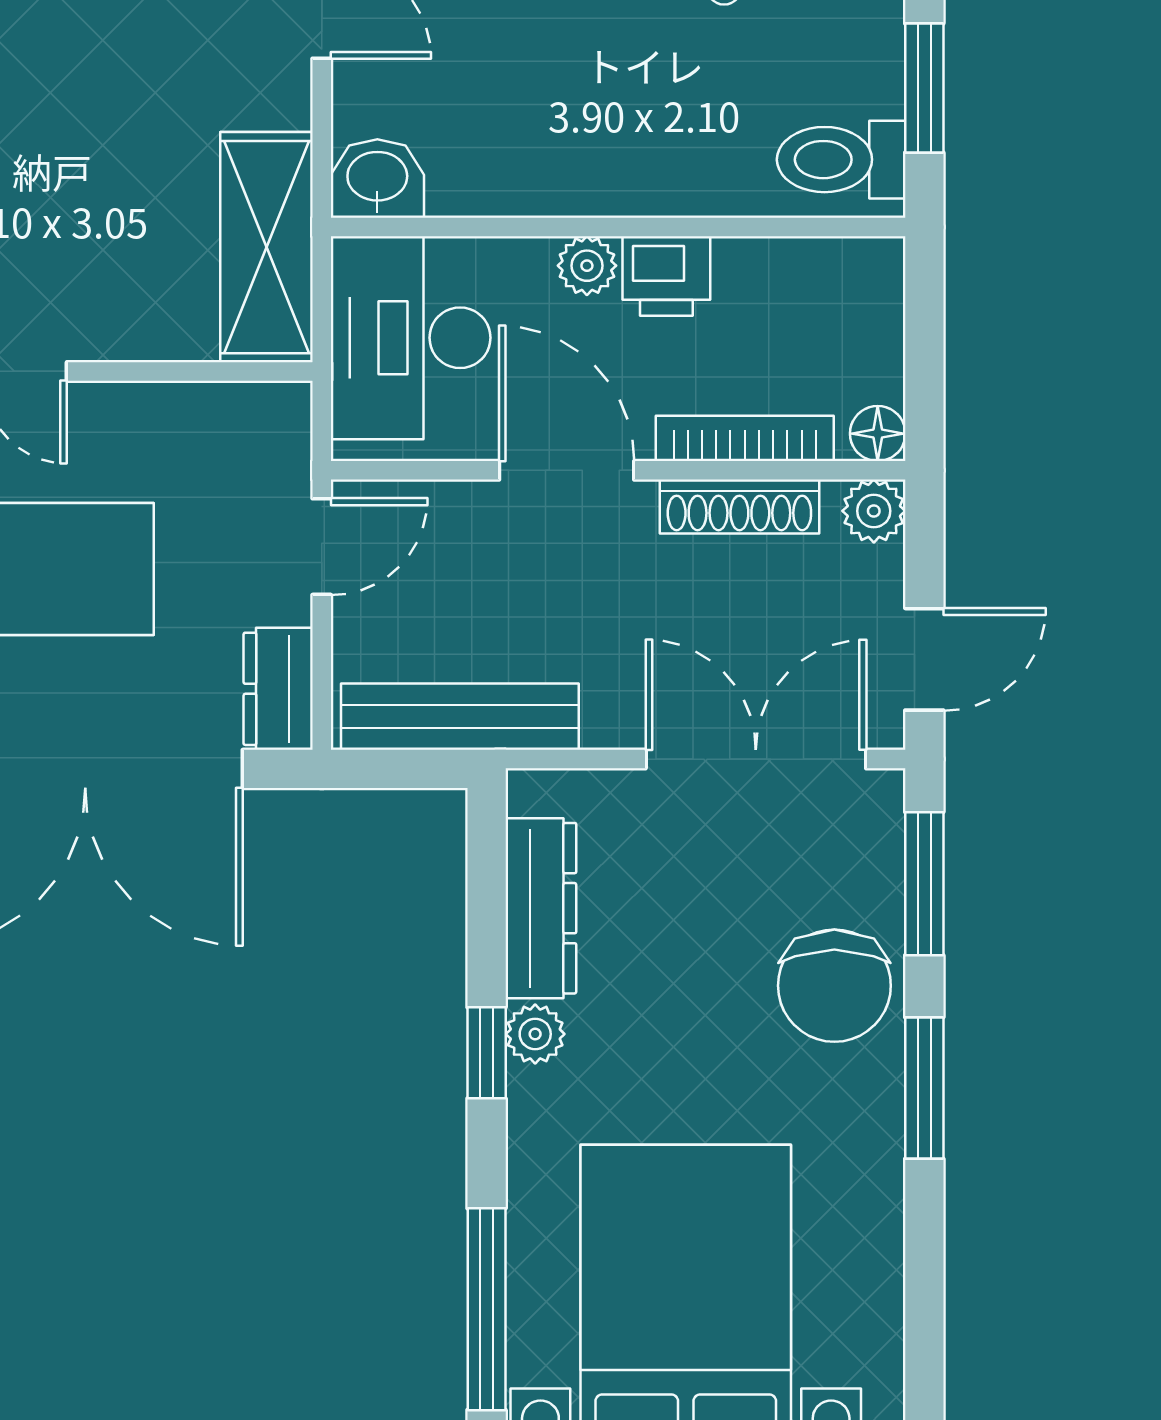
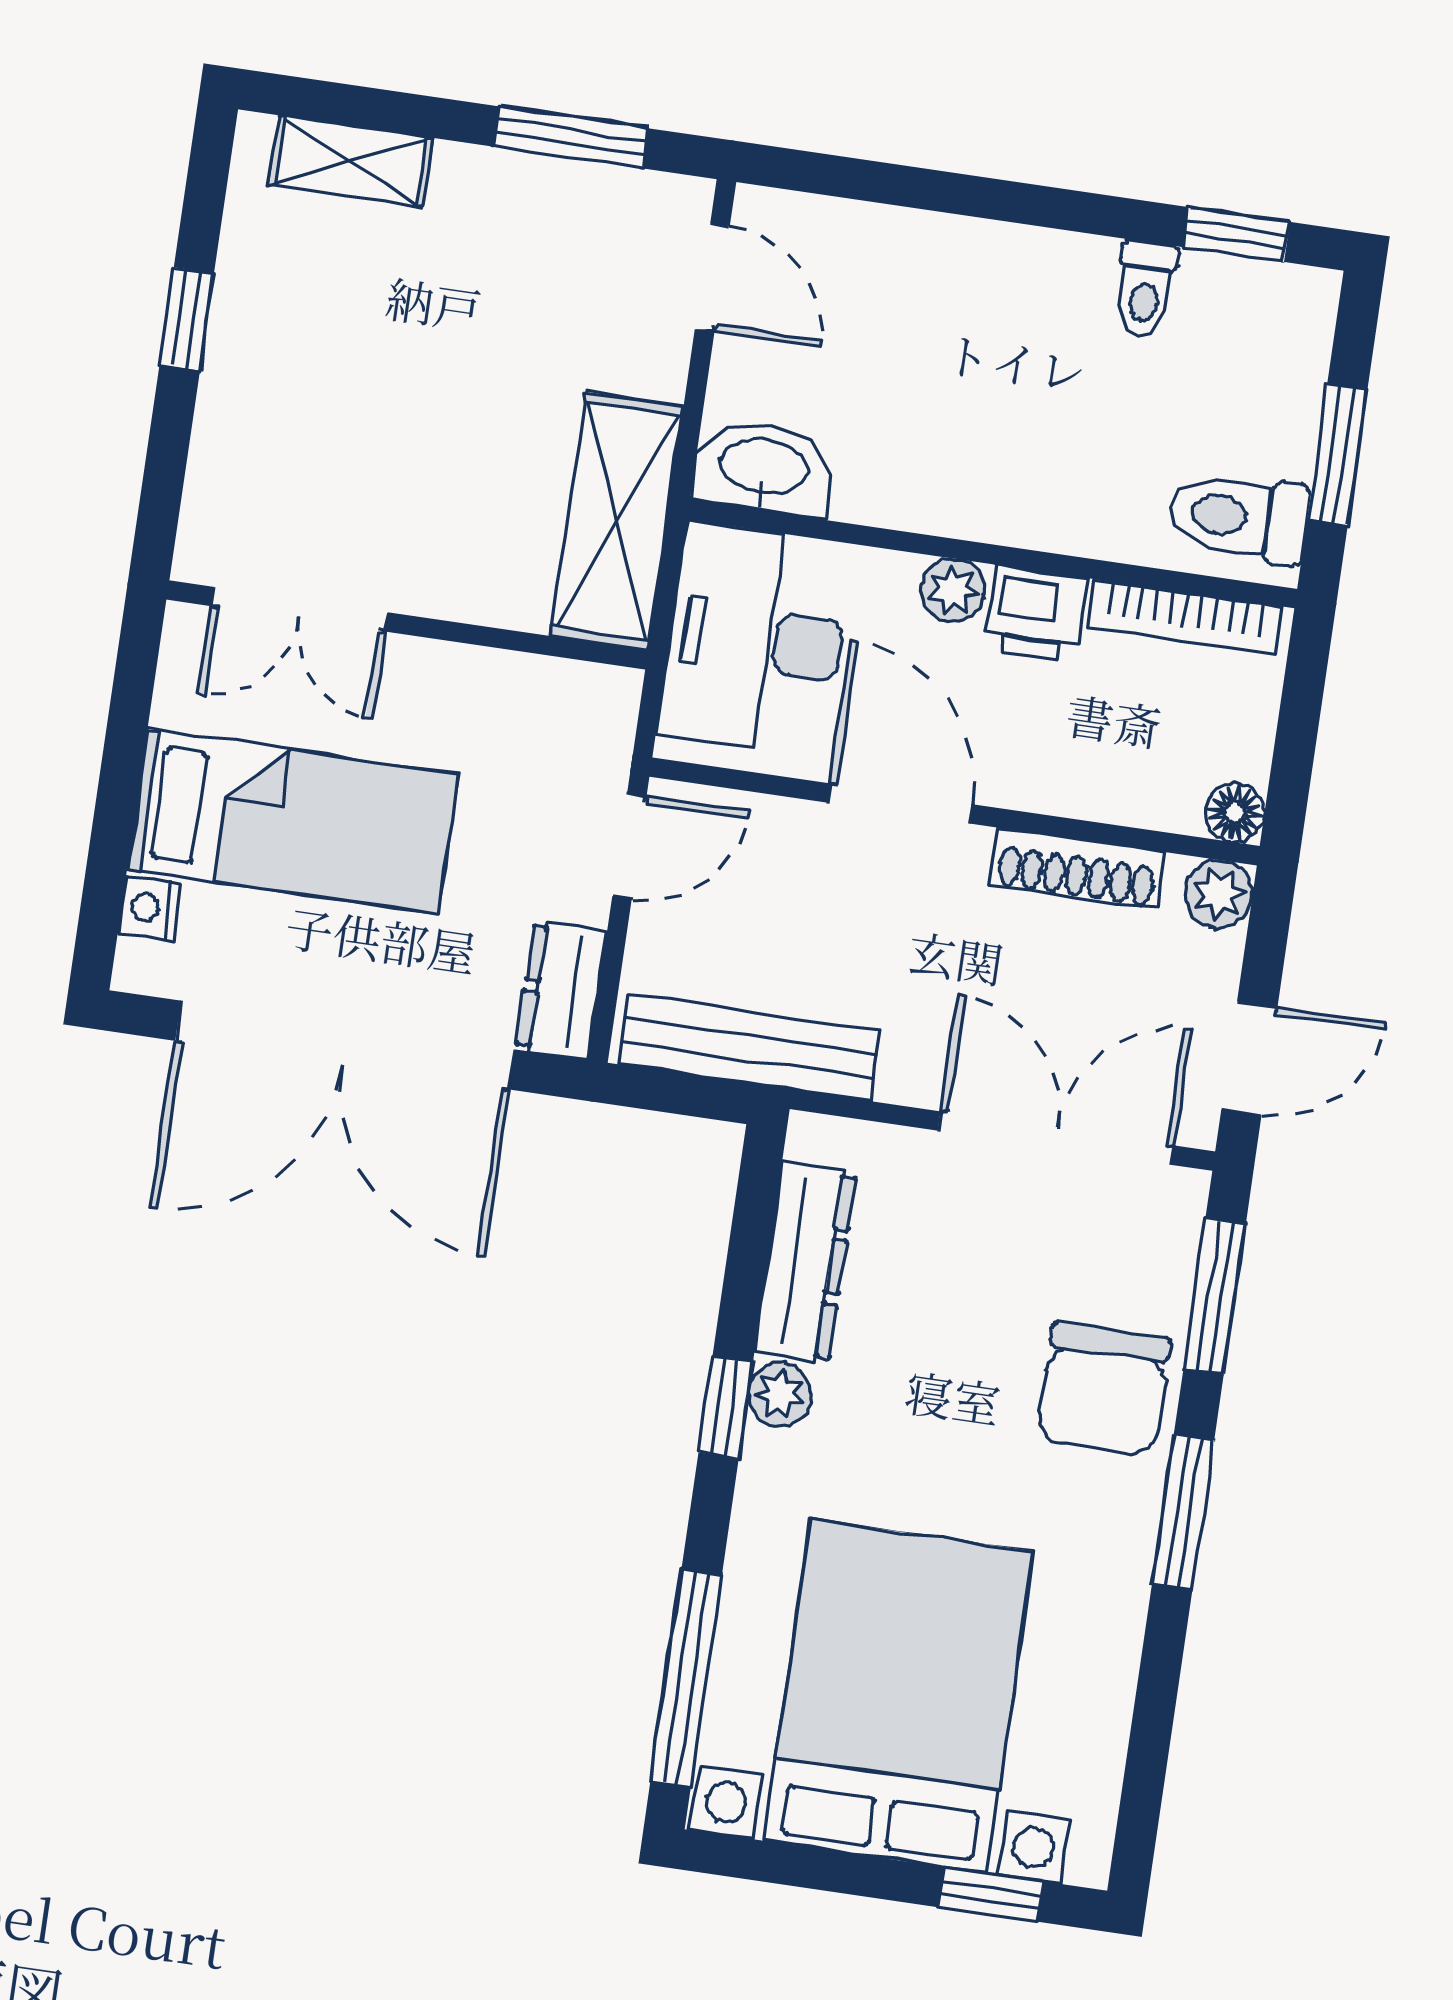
washbasin: (377, 179) -> (764, 469), width x1.38
bookcase: (745, 438) -> (1185, 617), moved, turned 180

